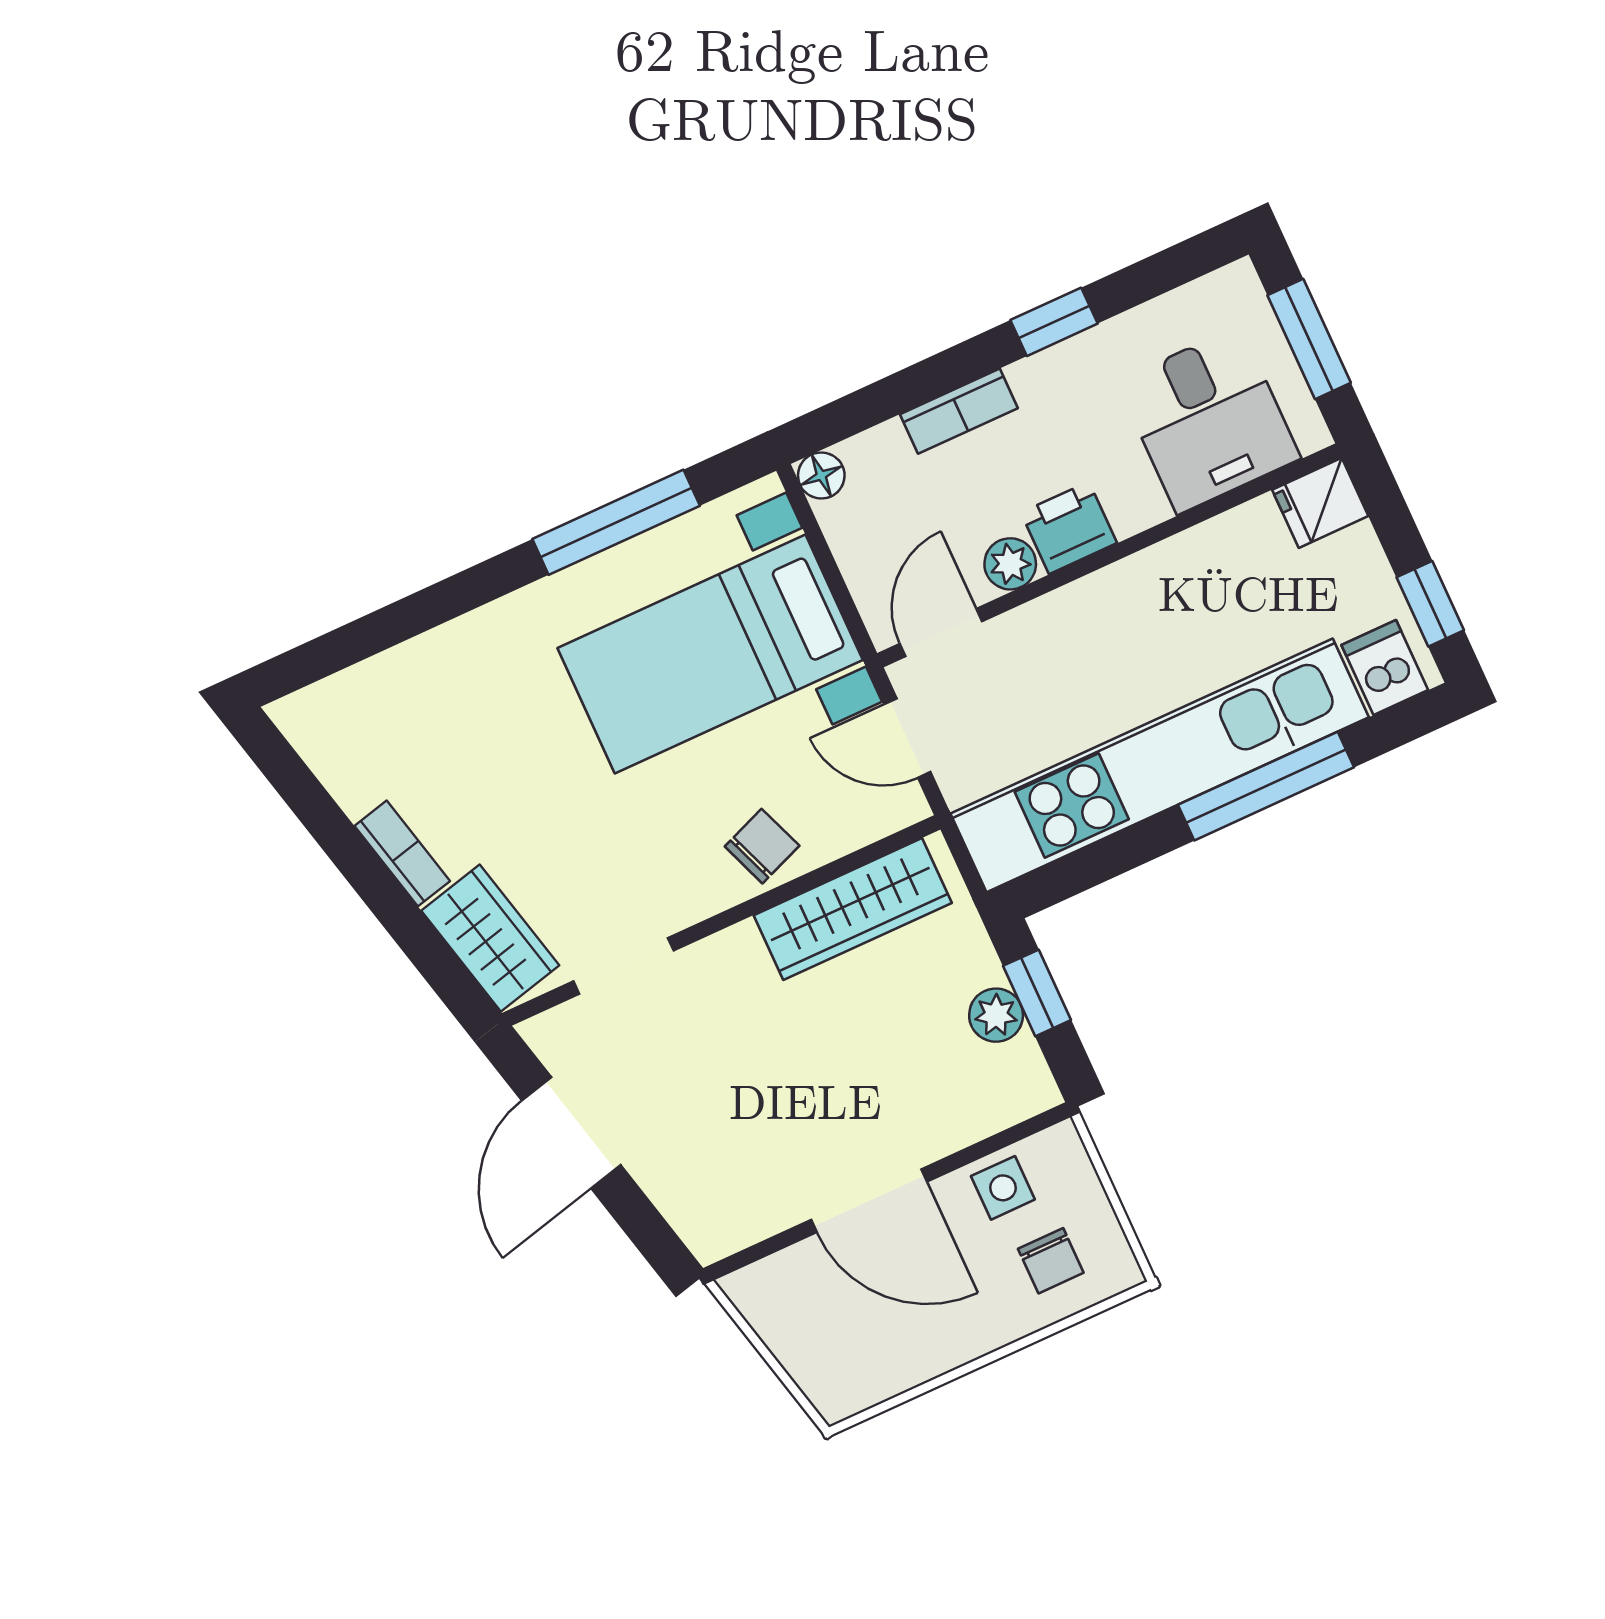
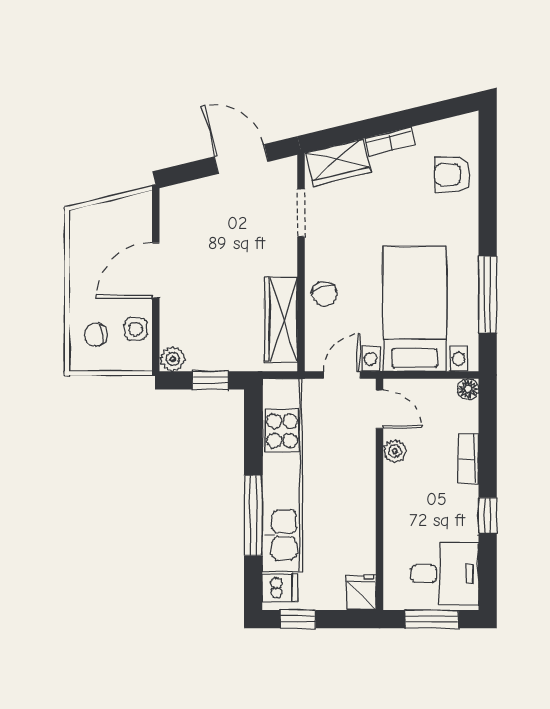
desk: (1209, 420) -> (445, 574), moved, turned 180
printer: (1069, 528) -> (399, 483), removed
armchair: (411, 700) -> (453, 175), added
plant: (996, 1015) -> (173, 359), moved

